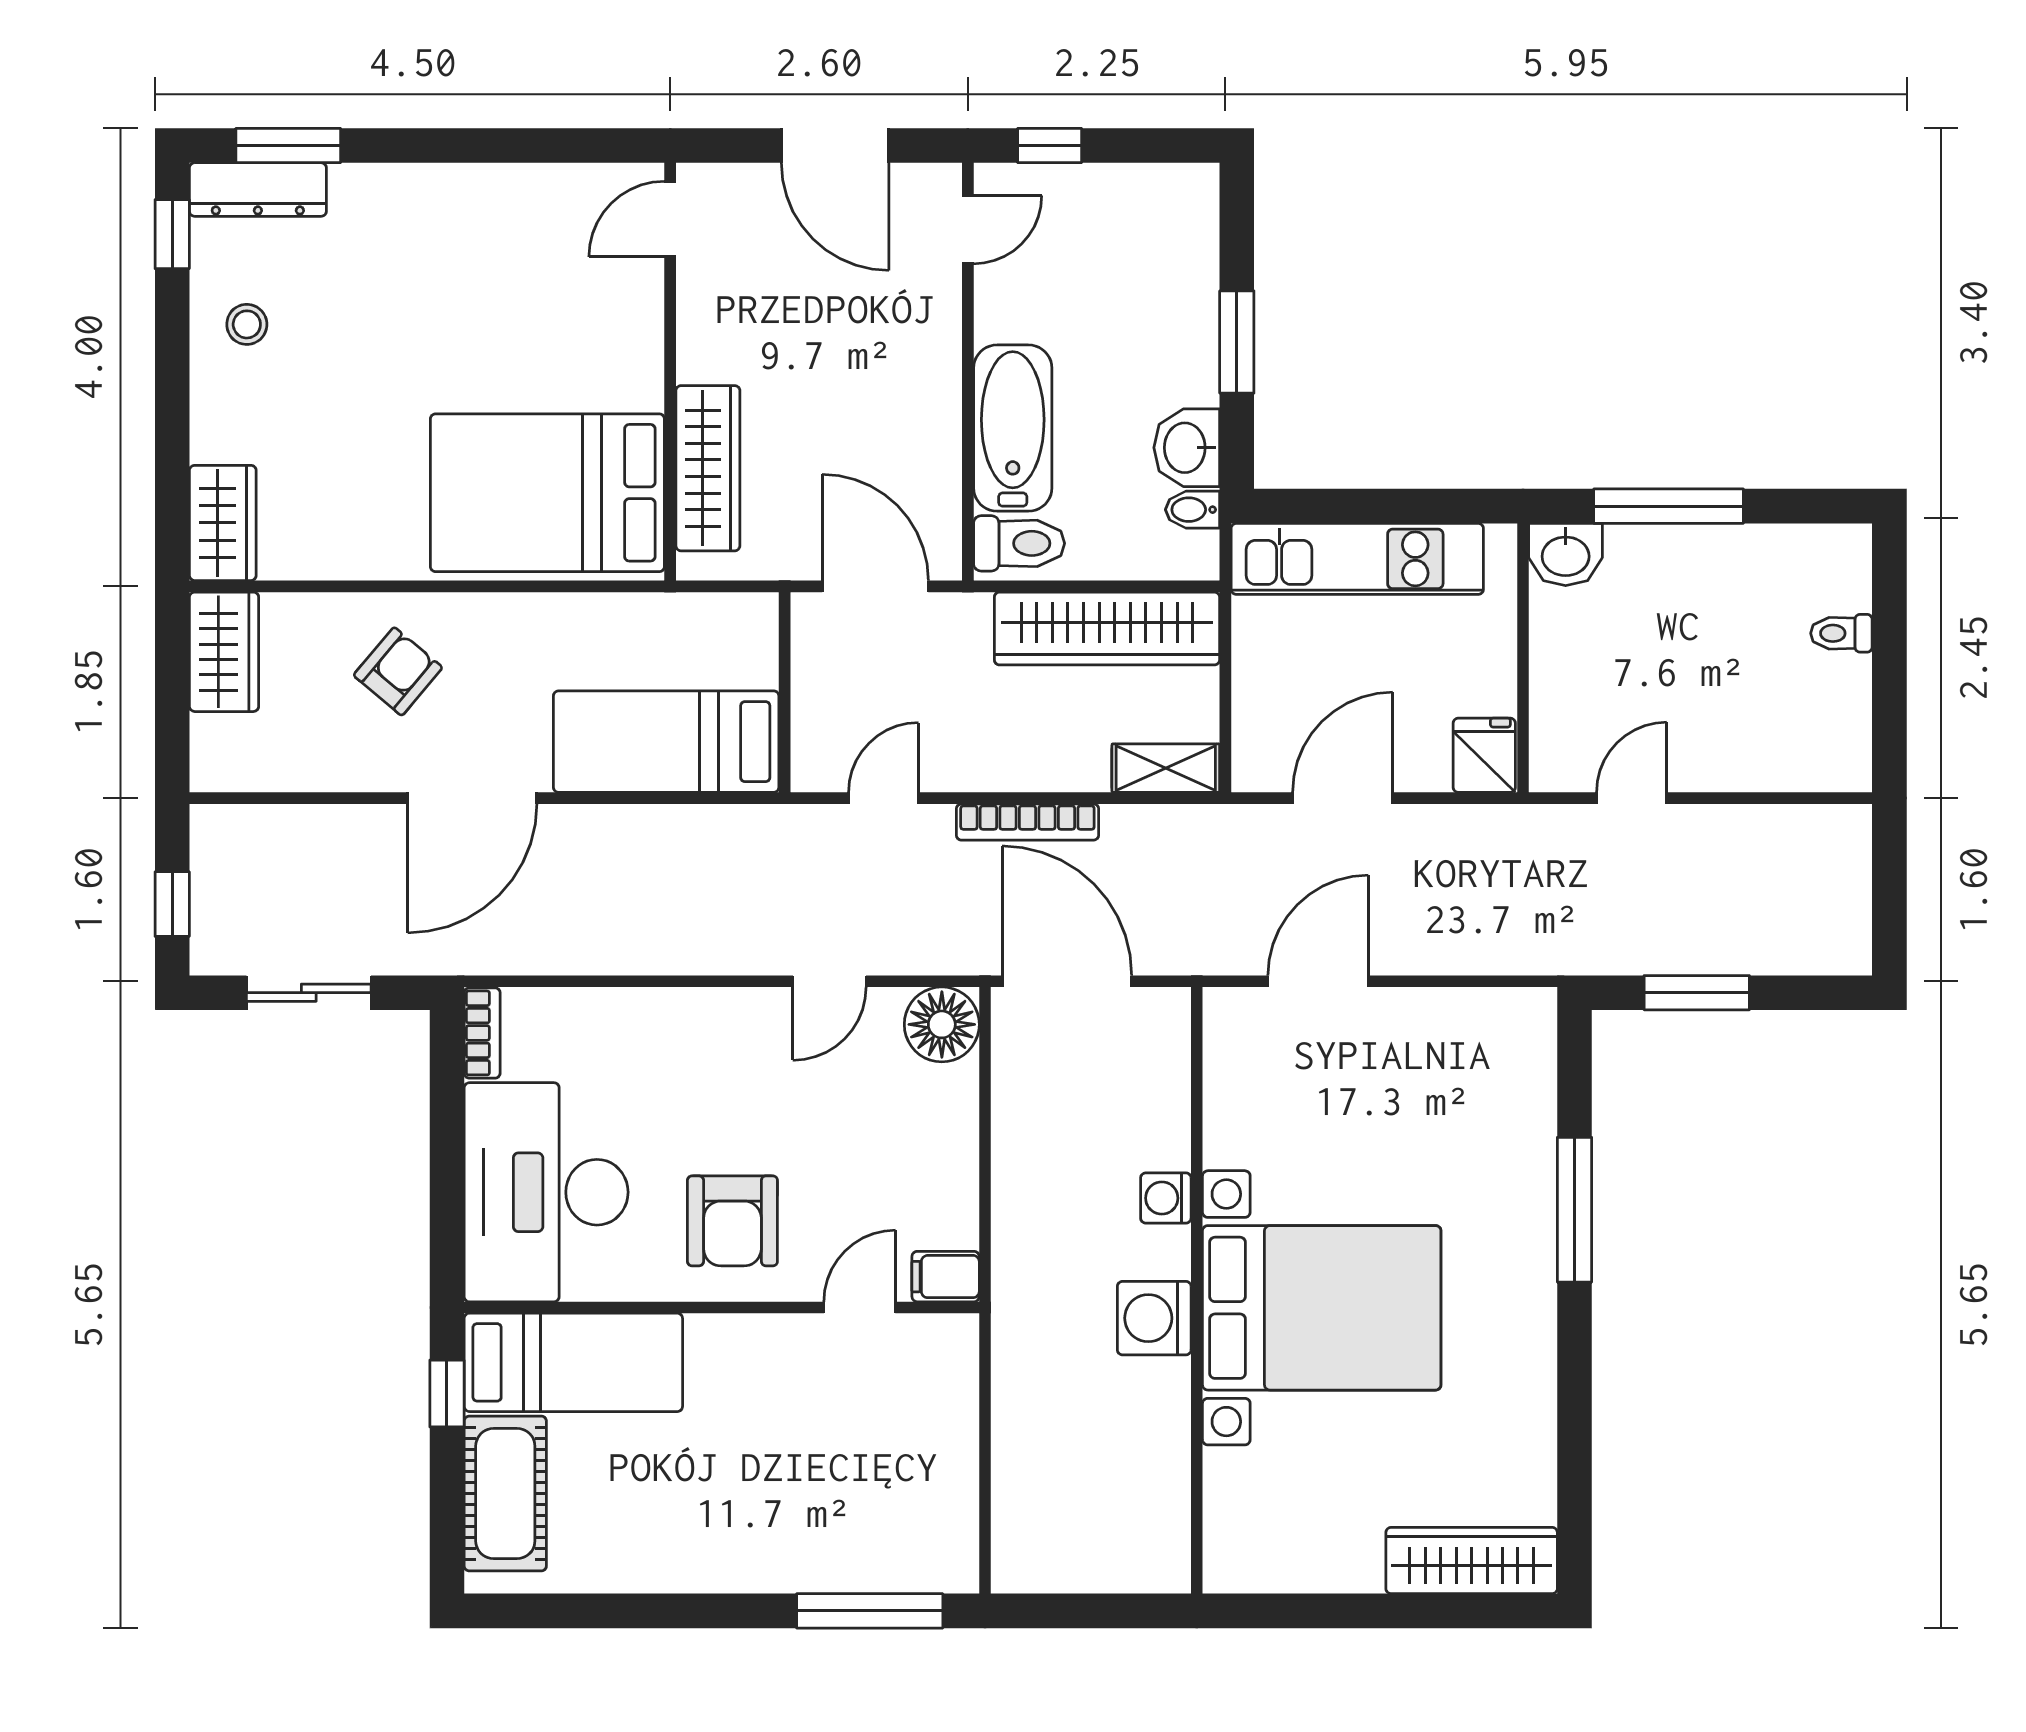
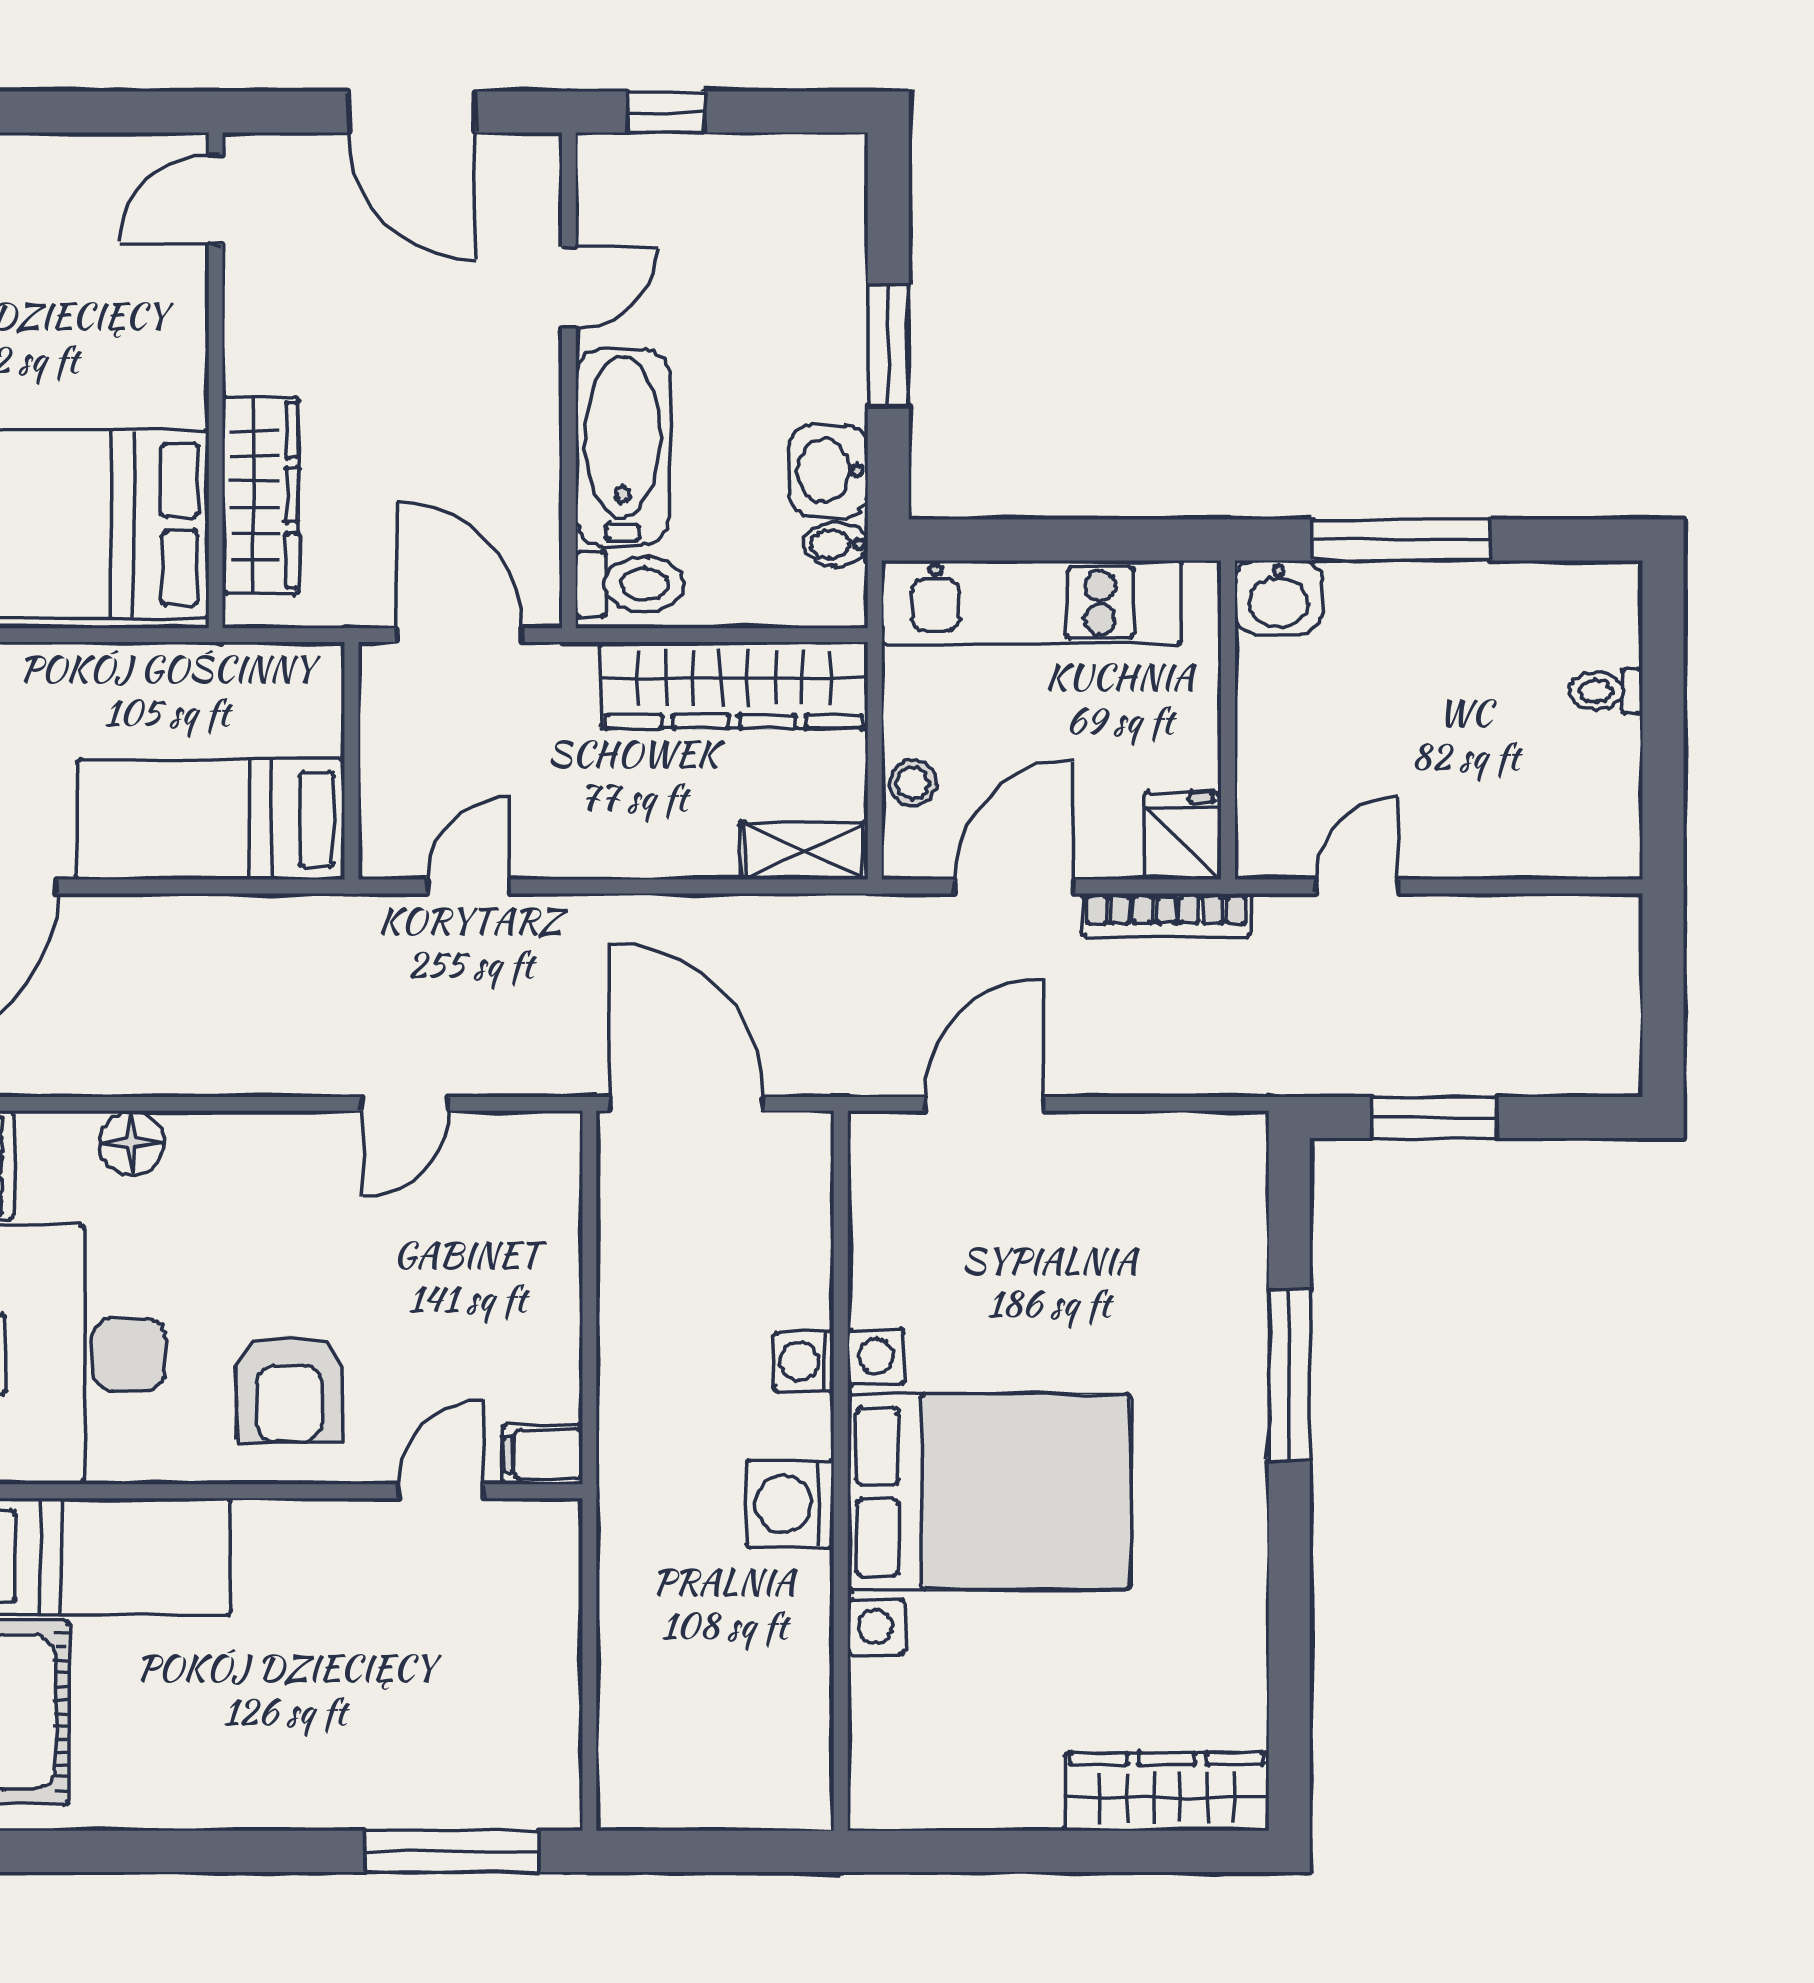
door: (968, 230) -> (569, 288), moved
stool: (1258, 711) -> (913, 783), added
bookcase: (1027, 822) -> (1166, 915), moved
floor lamp: (942, 1024) -> (132, 1143), moved, width x0.73, depth x0.73

